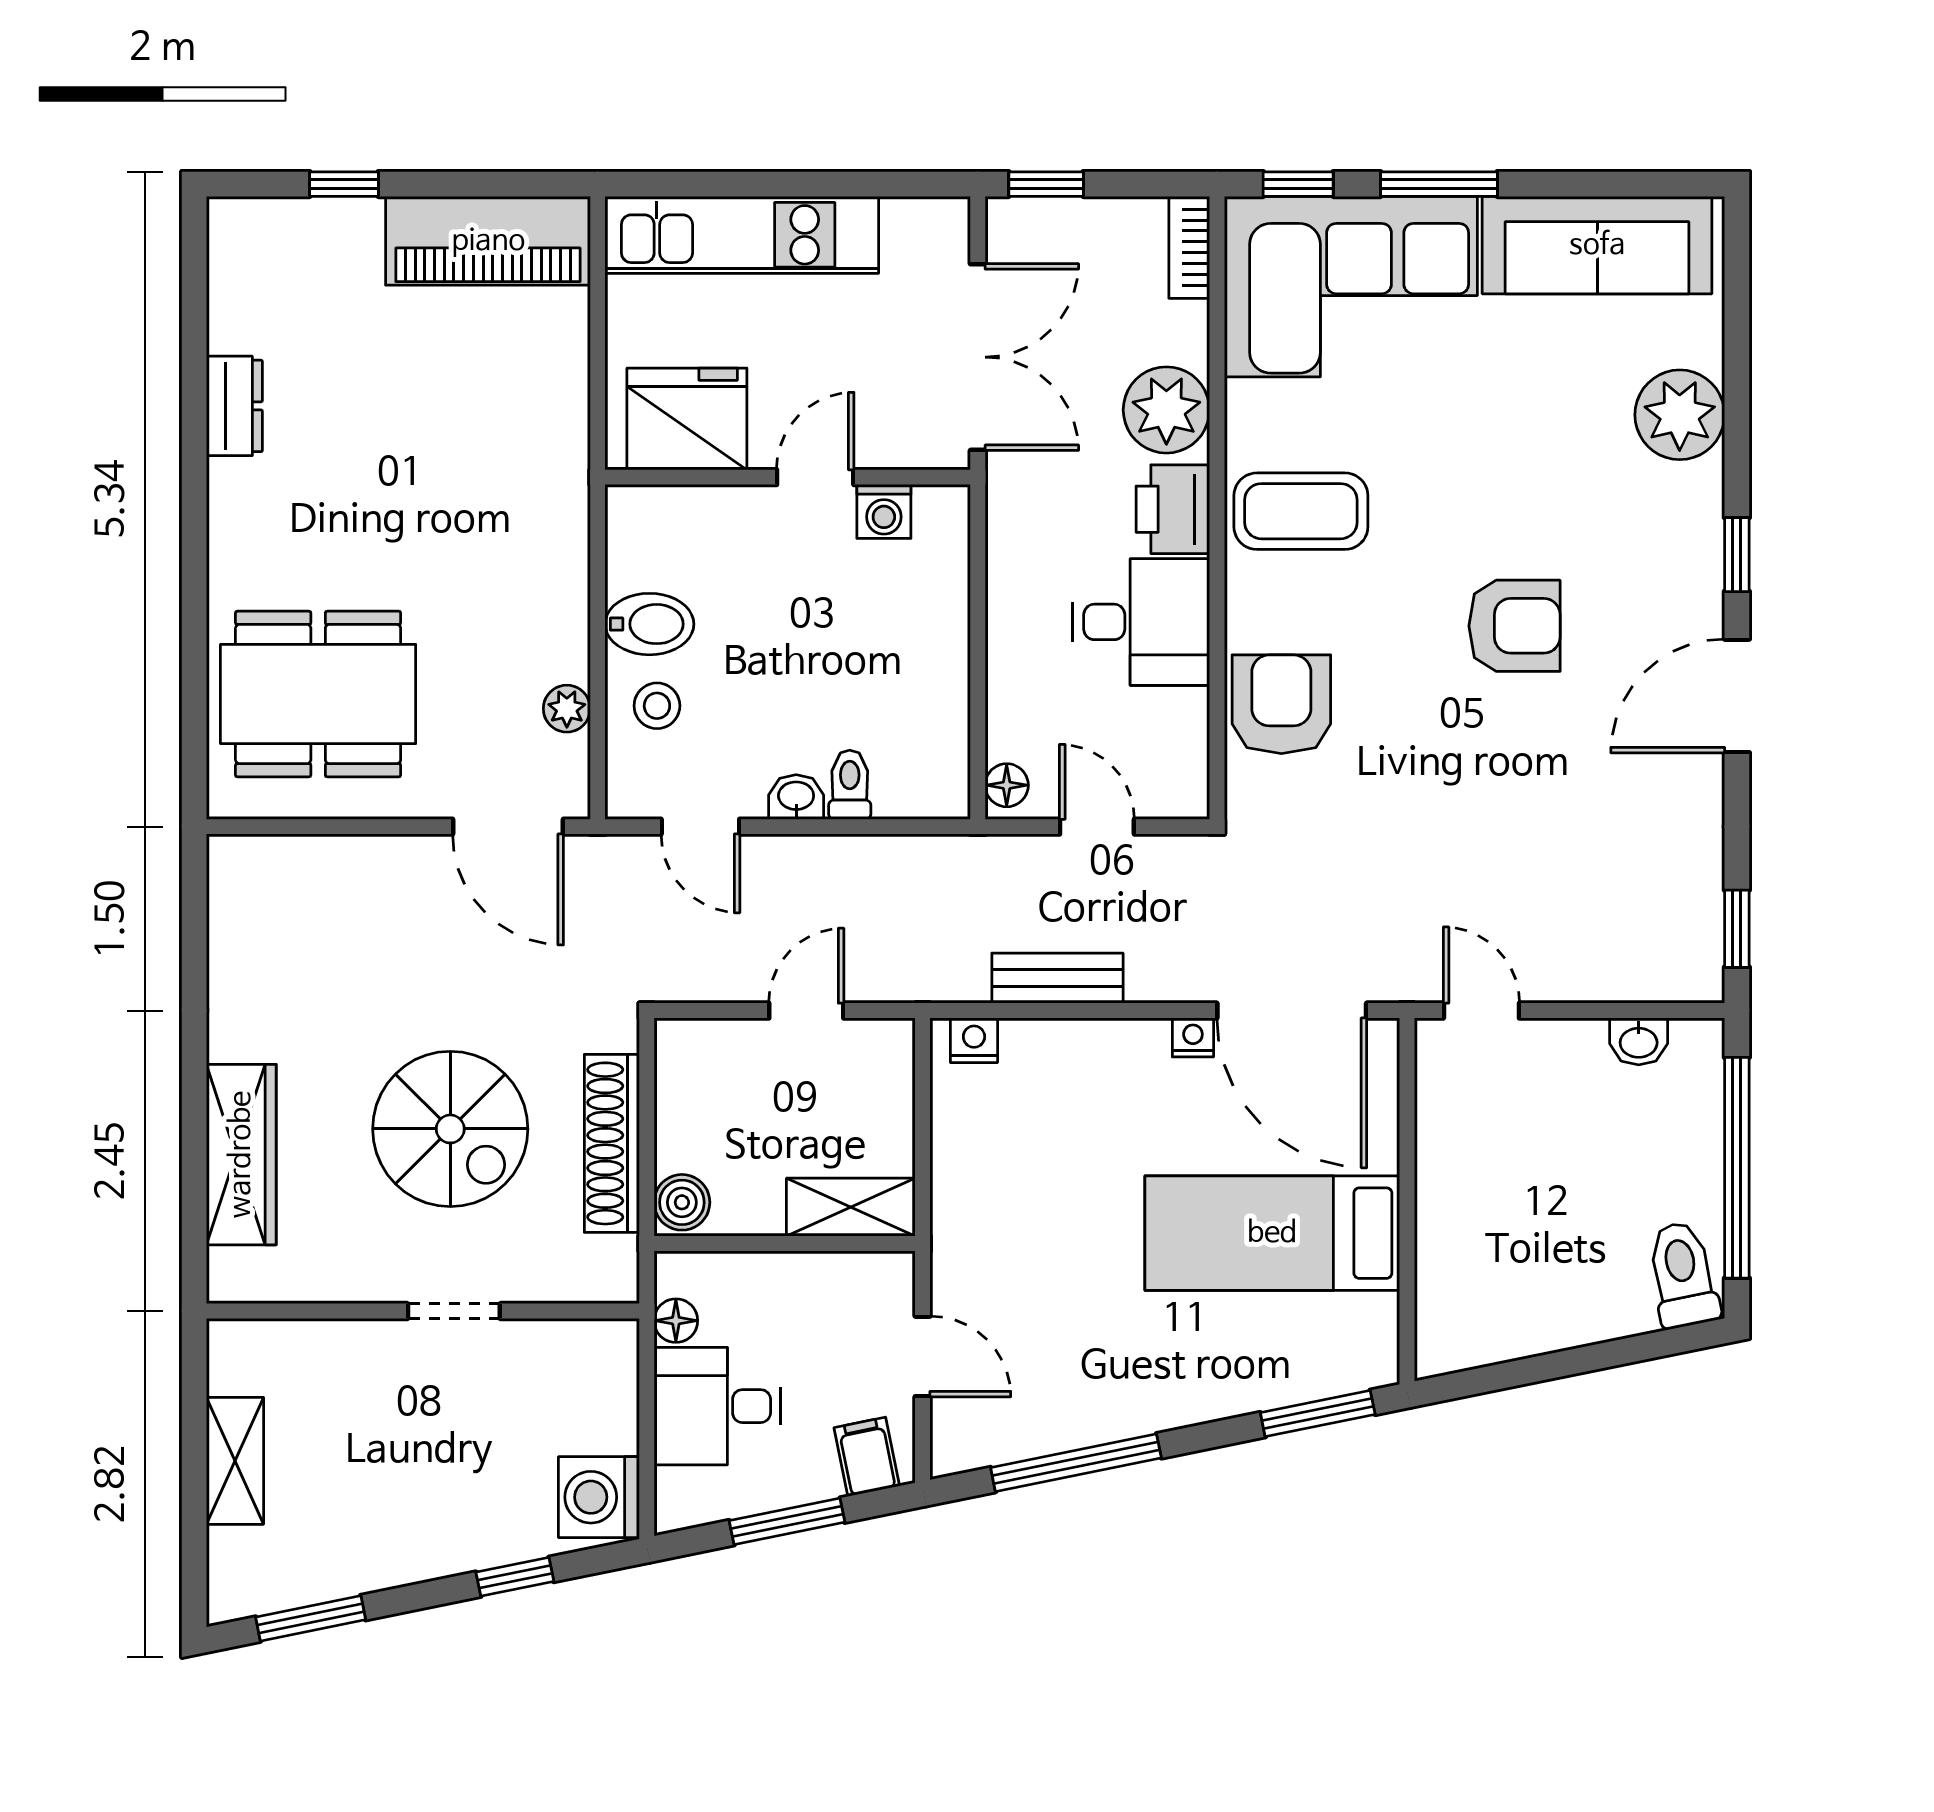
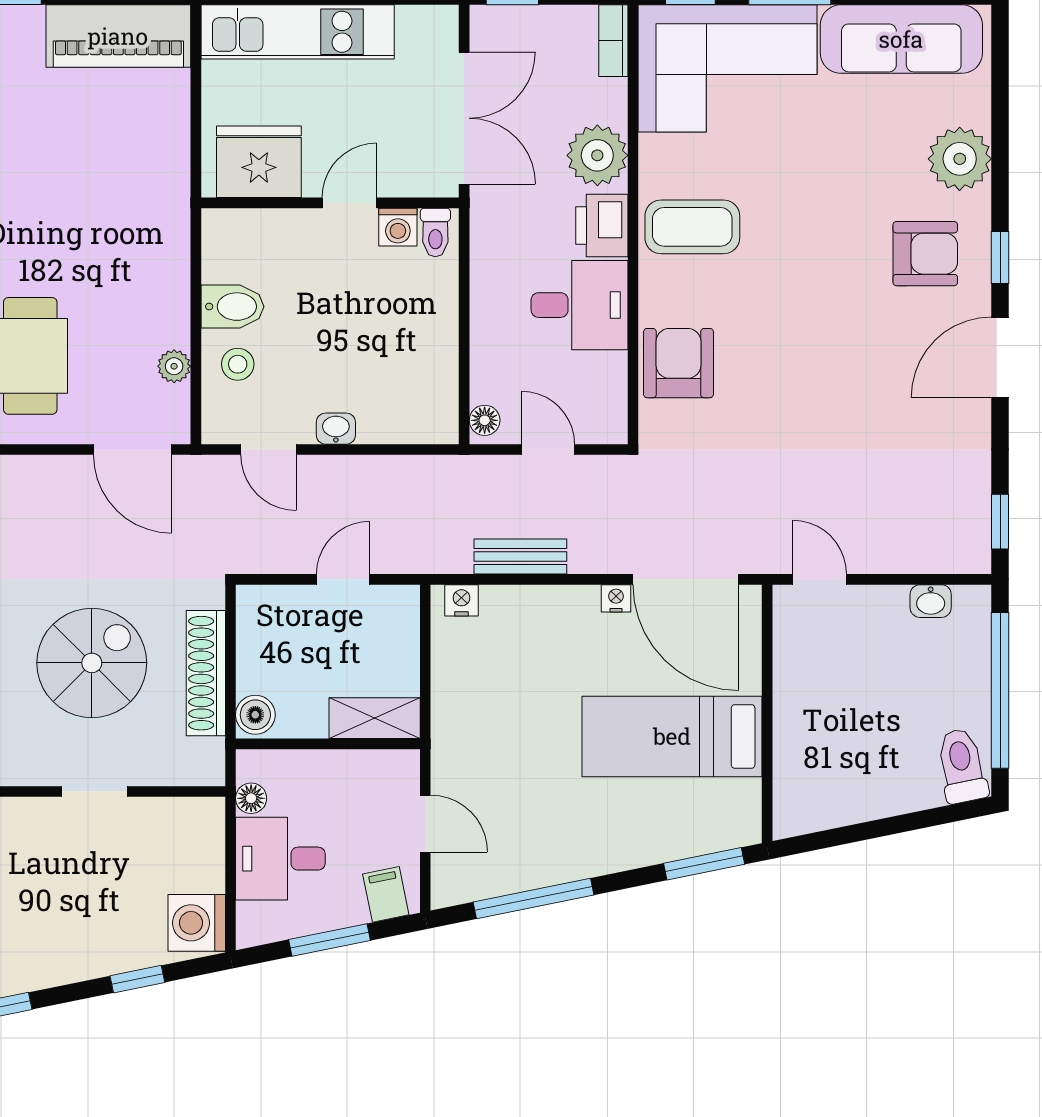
armchair: (1514, 626) -> (925, 254), moved
toilet: (850, 785) -> (435, 232), moved, turned 180
spiral stairs: (450, 1129) -> (92, 663), turned -90

